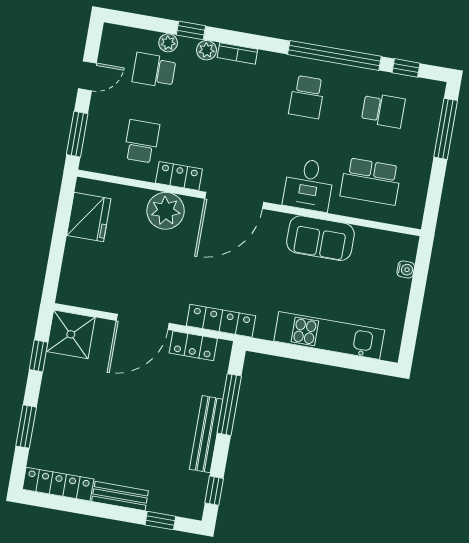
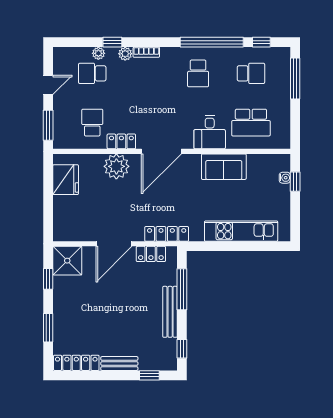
window: (420, 278) -> (295, 182), added

